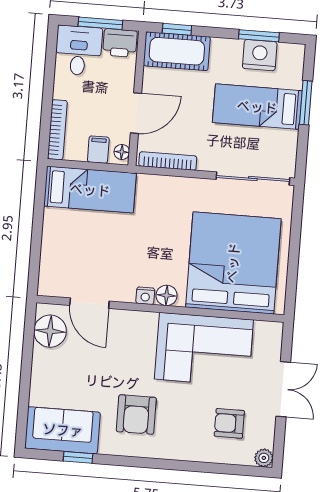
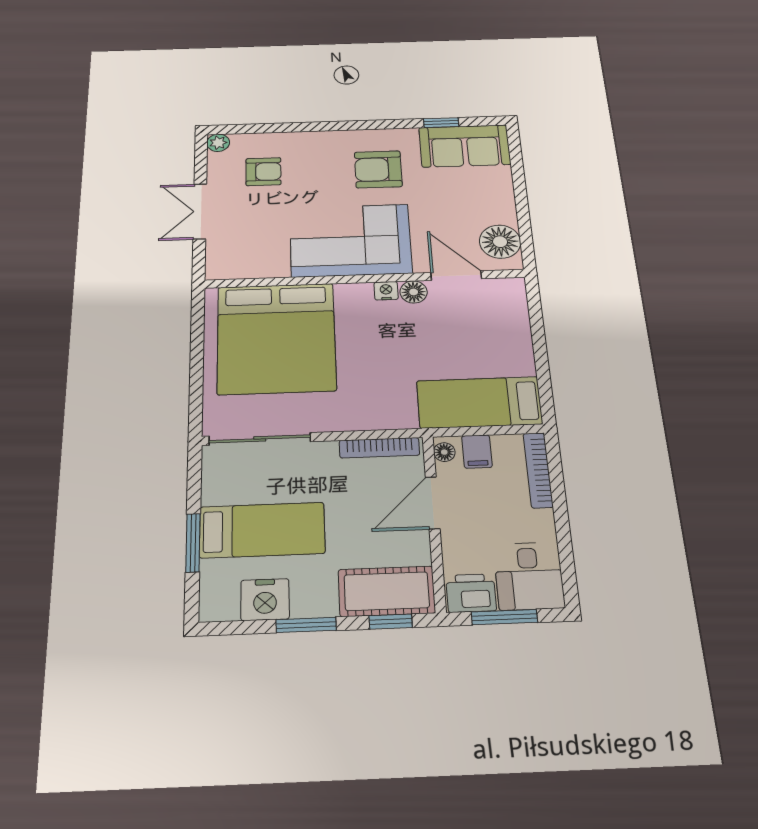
window: (259, 36) -> (306, 625), moved
floor lamp: (167, 295) -> (414, 292), moved
corner sofa: (204, 349) -> (350, 240), moved
armchair: (136, 415) -> (378, 169), turned -90

